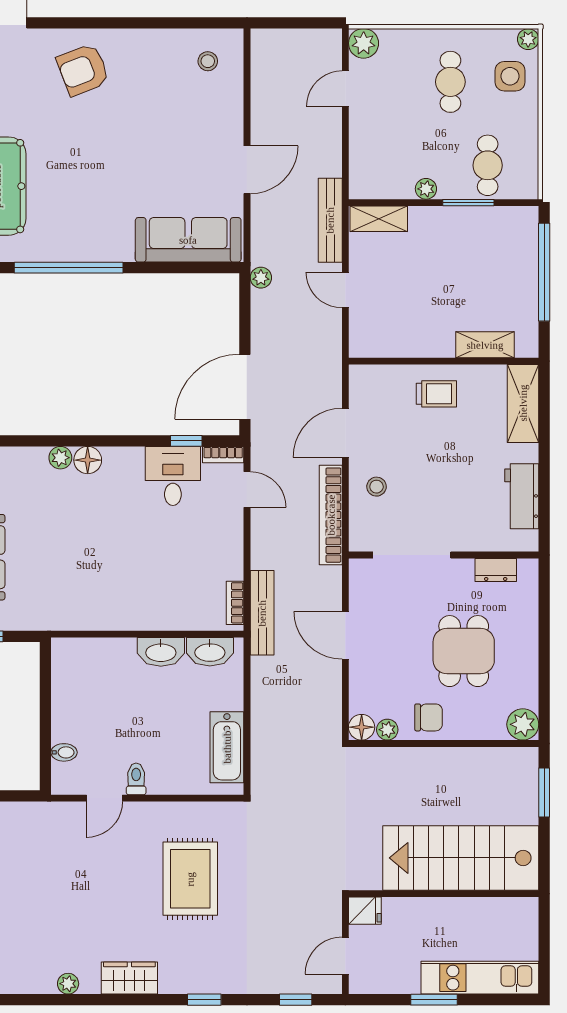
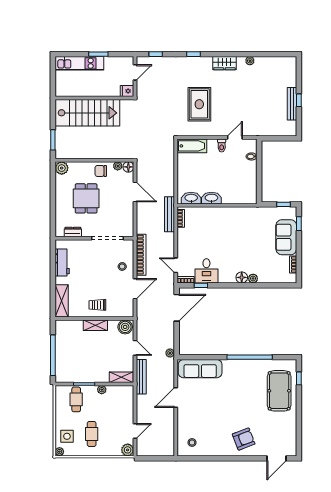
boiler: (369, 341) -> (125, 327), added
shelving: (485, 345) -> (95, 325), moved
door: (345, 635) -> (135, 192), moved
bathtub: (227, 747) -> (192, 146), moved, turned 90

